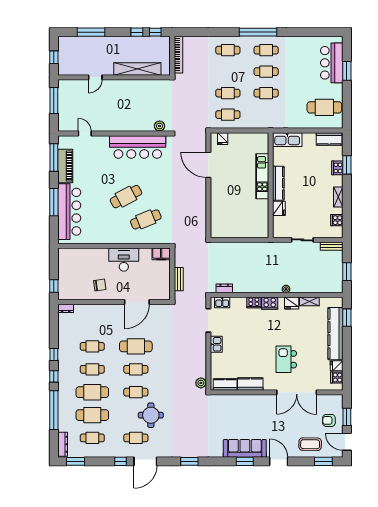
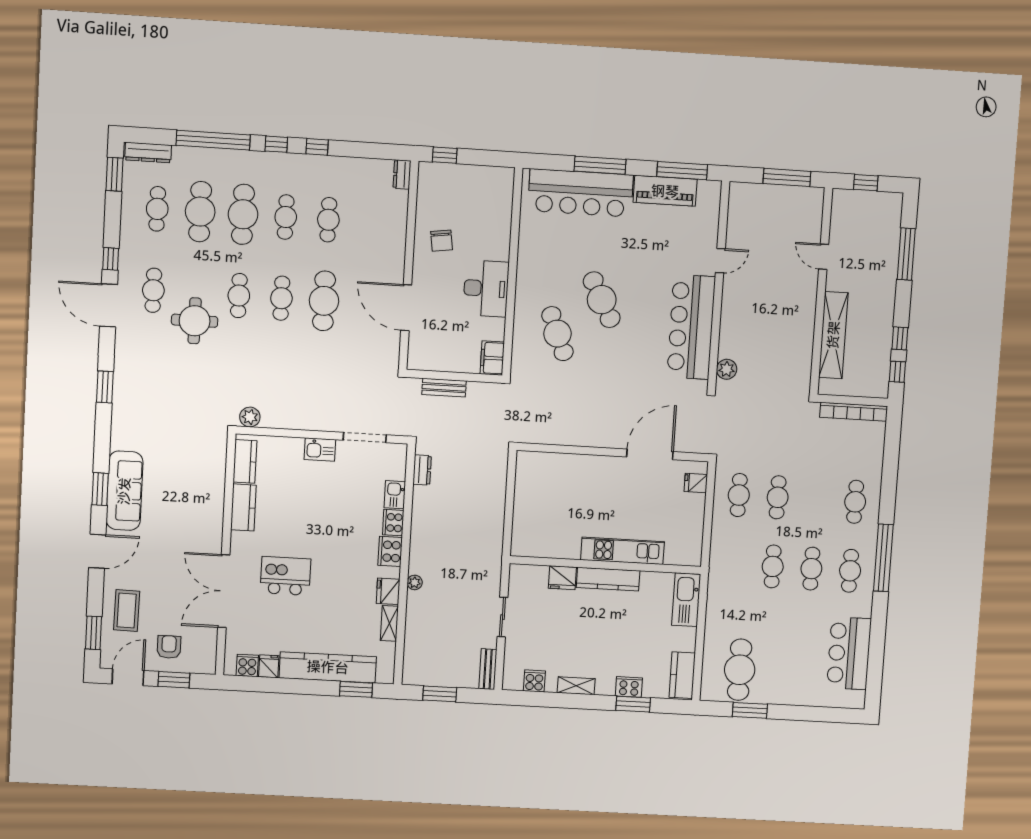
bar counter: (332, 63) -> (849, 653), moved, turned -90
window: (347, 71) -> (750, 710), moved
door: (85, 134) -> (720, 261), moved
kitchen sink: (222, 302) -> (395, 495), moved

